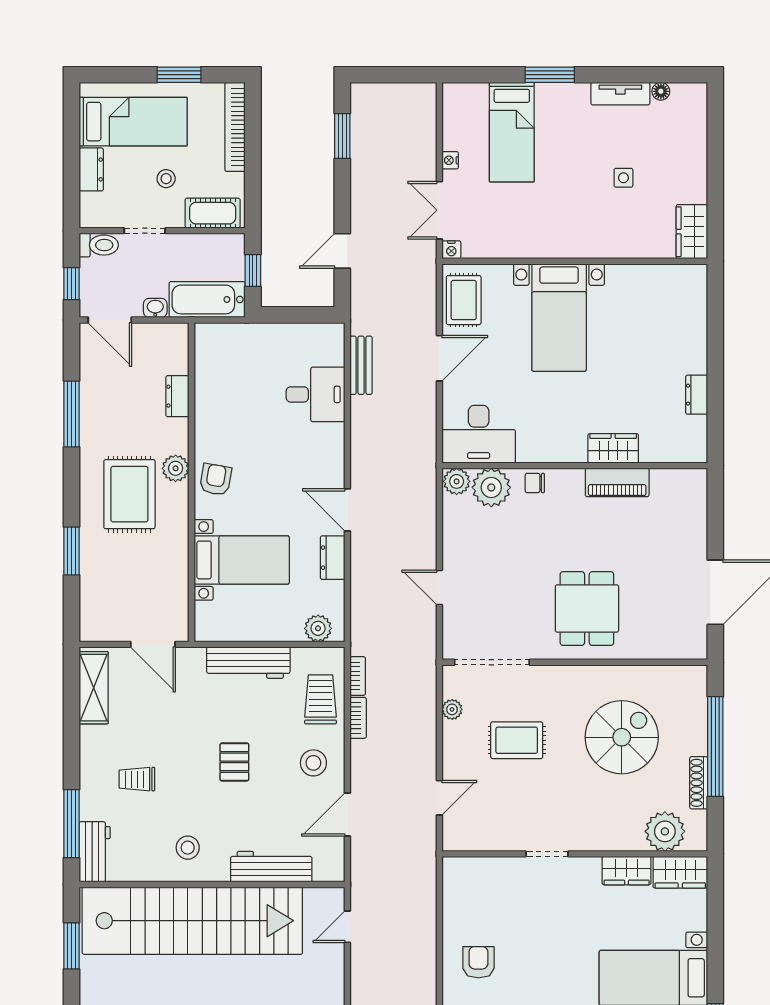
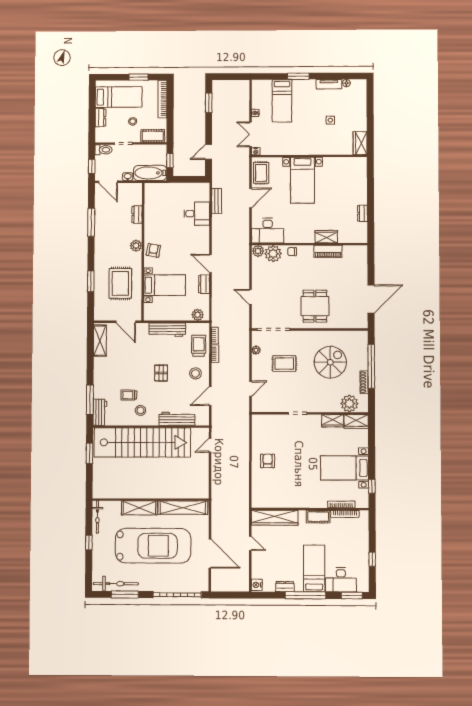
rug: (129, 494) -> (120, 283), moved
trolley: (137, 779) -> (129, 395), moved

